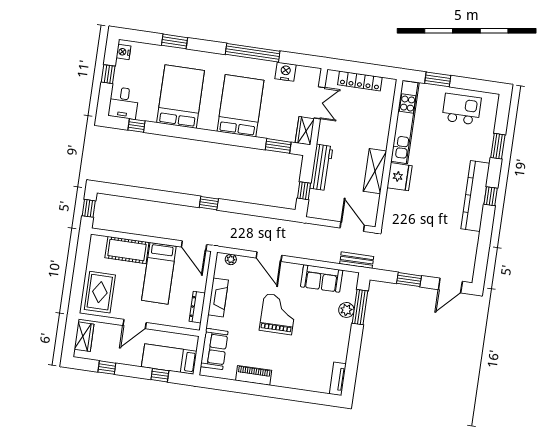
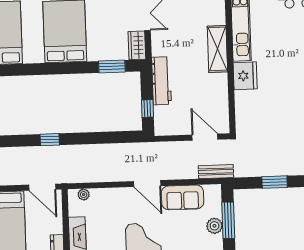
shelving: (375, 171) -> (217, 49), moved
door: (269, 257) -> (147, 184), moved

